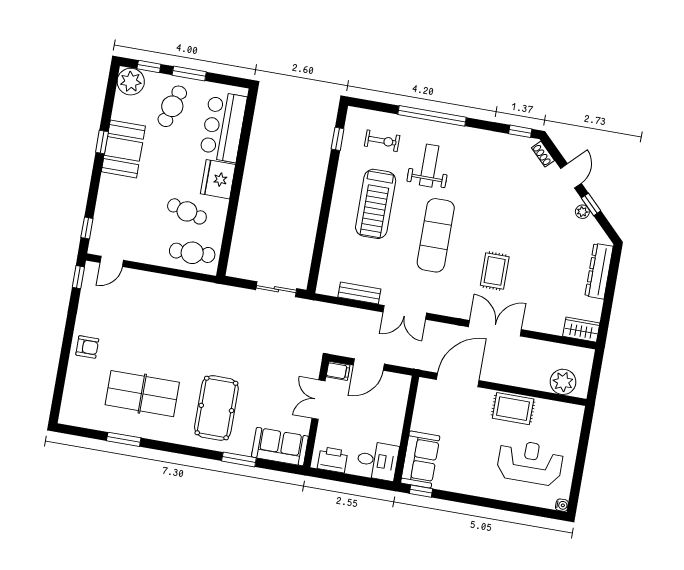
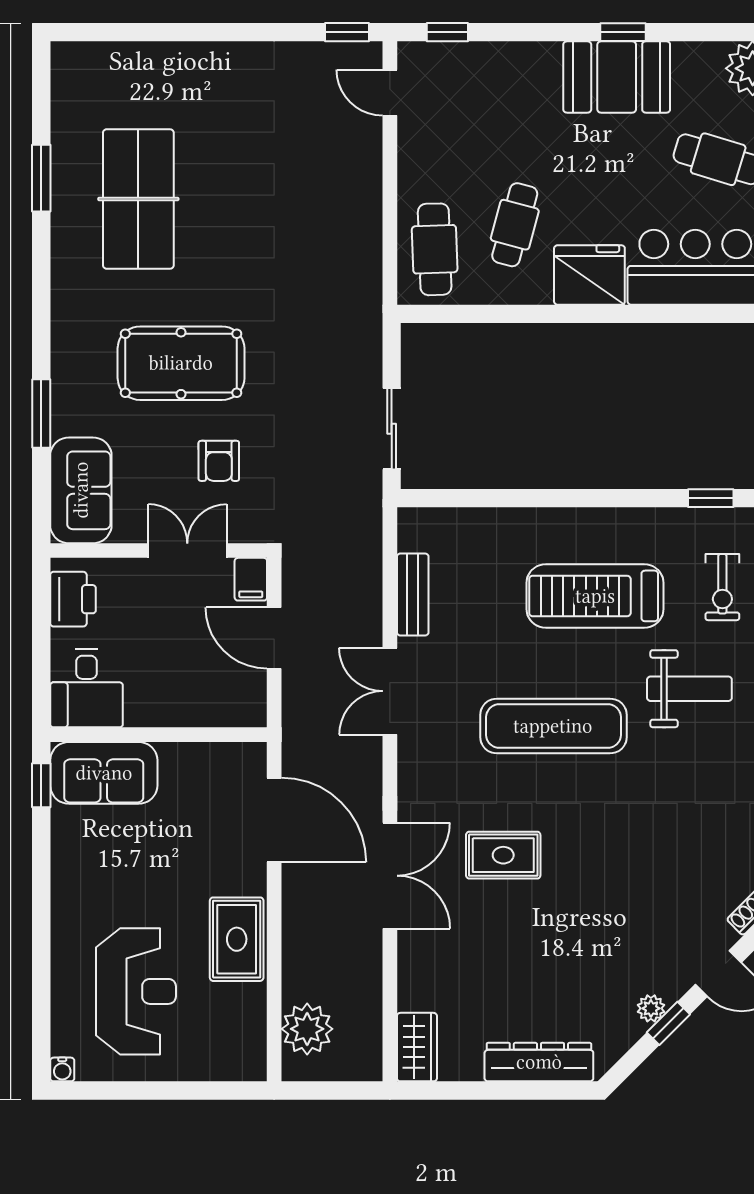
armchair: (87, 347) -> (219, 461), moved
pool table: (216, 408) -> (181, 363), moved

